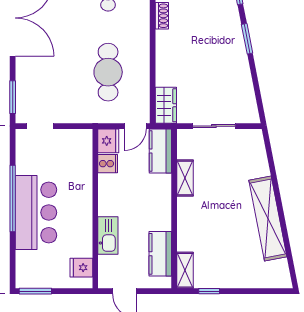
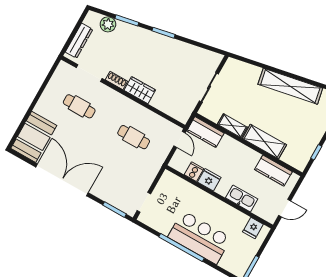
cafe table: (108, 72) -> (134, 137), width x0.73, depth x0.74
wardrobe: (166, 105) -> (140, 90), moved
fridge: (108, 141) -> (209, 180), moved
shelving: (185, 270) -> (264, 142), moved, width x1.50, depth x1.33

